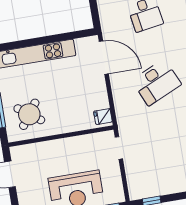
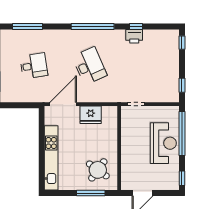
fridge: (103, 117) -> (91, 115), moved, width x1.88, depth x1.34

